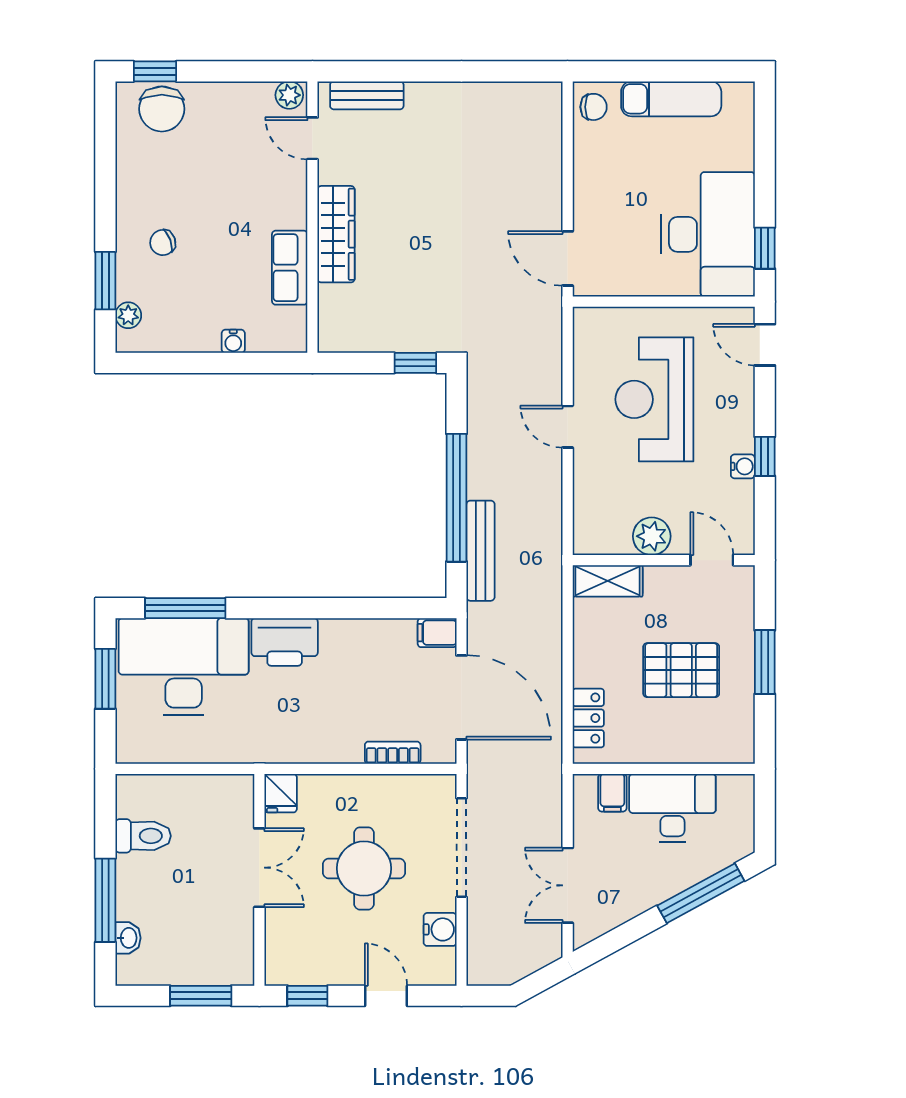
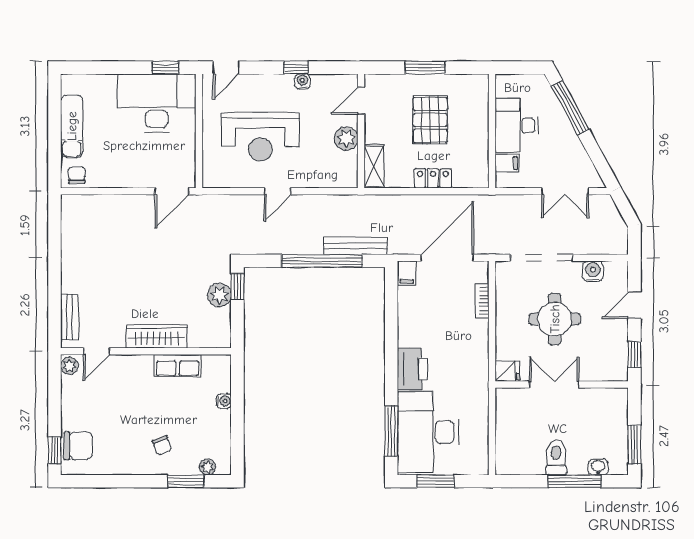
plant: (402, 334) -> (219, 295), added
locker: (588, 718) -> (433, 178), moved
toilet: (143, 836) -> (556, 458), moved
window: (201, 996) -> (634, 444), moved

